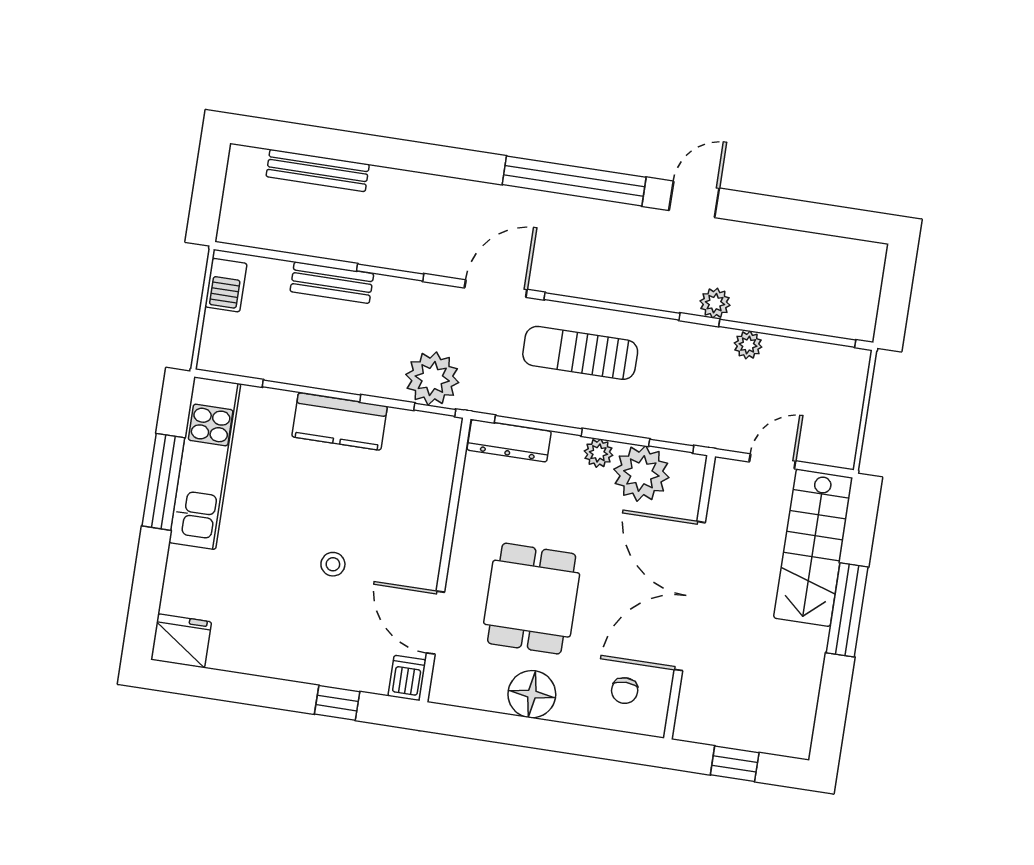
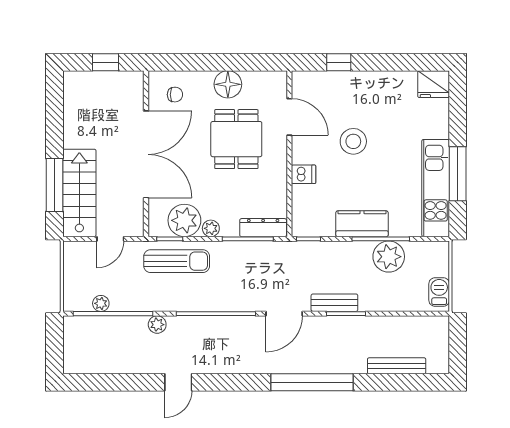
window: (574, 181) -> (312, 382), moved
bench: (332, 283) -> (334, 303), moved
plant: (748, 345) -> (101, 303), moved
sun lounger: (580, 353) -> (177, 261), moved
plant: (432, 378) -> (389, 257), moved
stool: (333, 564) -> (353, 141), width x1.89, depth x1.89
window: (847, 610) -> (55, 185), moved
dishwasher: (407, 678) -> (304, 174), moved, turned -90
chair: (625, 691) -> (175, 95), turned 90

